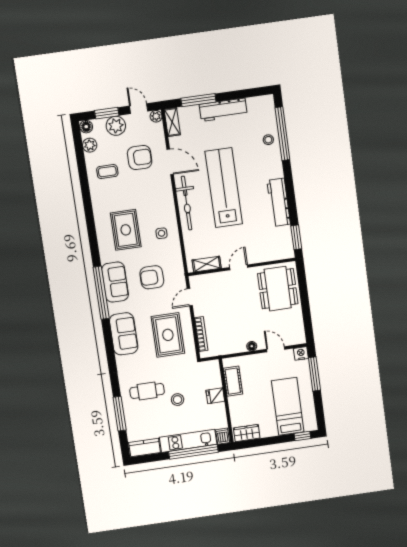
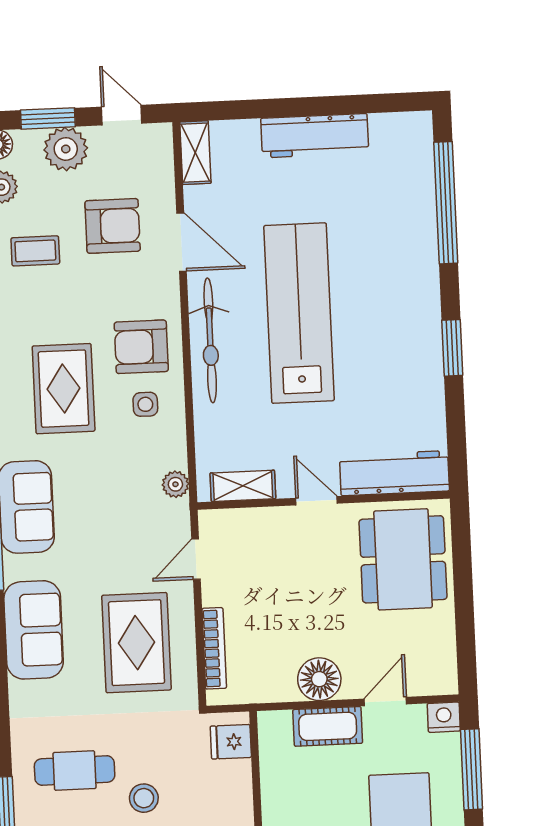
window: (198, 100) -> (260, 109), removed
plant: (156, 116) -> (175, 484), moved
stool: (268, 140) -> (412, 213), removed
workbench: (279, 202) -> (394, 473), moved, turned 90
window: (296, 237) -> (452, 348), moved
door: (239, 267) -> (317, 501), hinge flipped
armchair: (152, 277) -> (141, 347), moved
floor lamp: (252, 346) -> (319, 679), width x1.89, depth x1.89
door: (276, 349) -> (385, 701), hinge flipped
cot: (233, 381) -> (328, 726), moved, turned 90
fridge: (215, 396) -> (231, 742), moved

